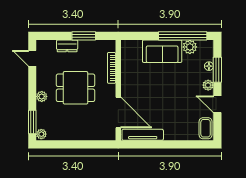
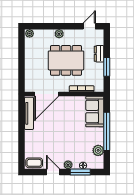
window: (183, 36) -> (107, 131), moved
sofa: (162, 51) -> (95, 112), moved
dining table: (75, 88) -> (66, 60), width x1.37
door: (217, 104) -> (53, 172), hinge flipped
window: (32, 122) -> (39, 26), removed

